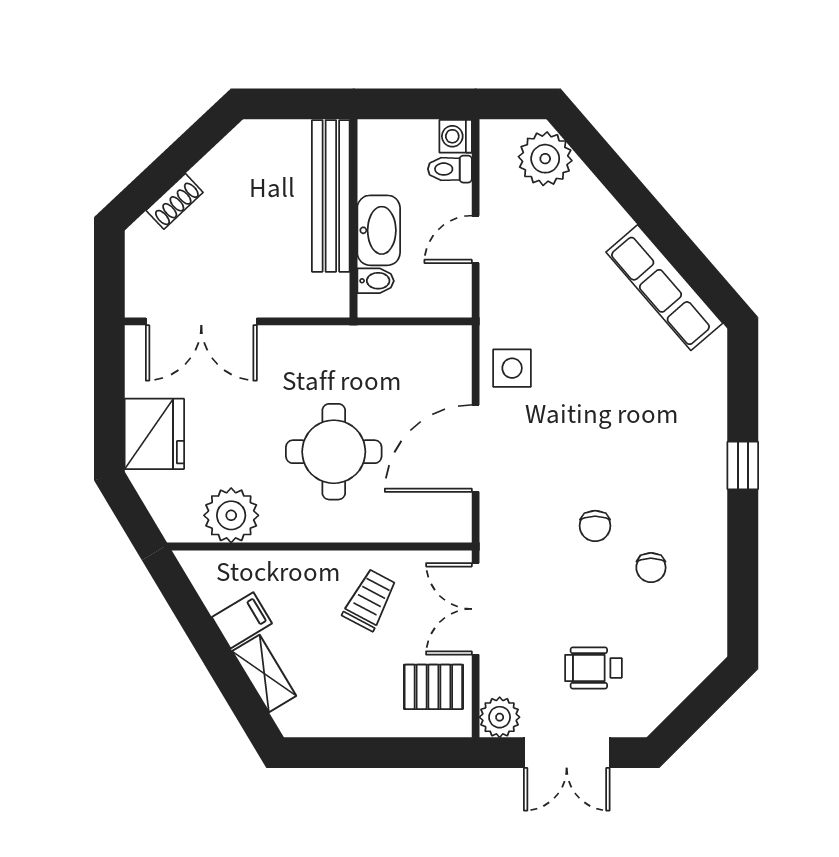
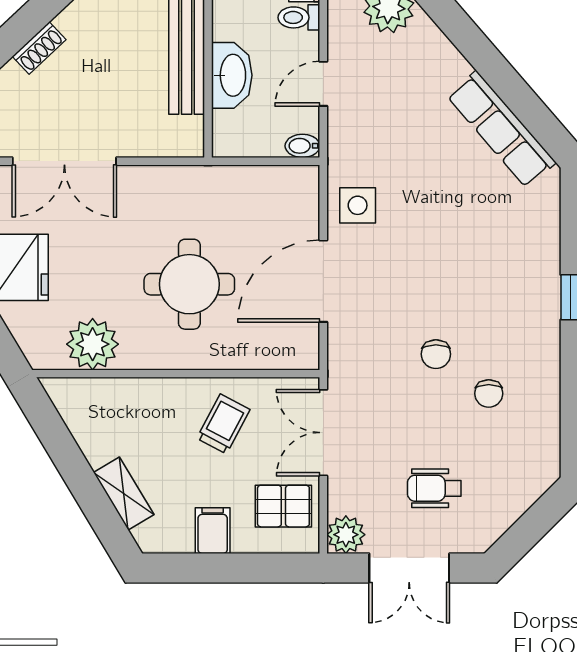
bidet: (376, 281) -> (302, 146), moved, turned 180
filing cabinet: (242, 620) -> (213, 531), moved, turned -59

